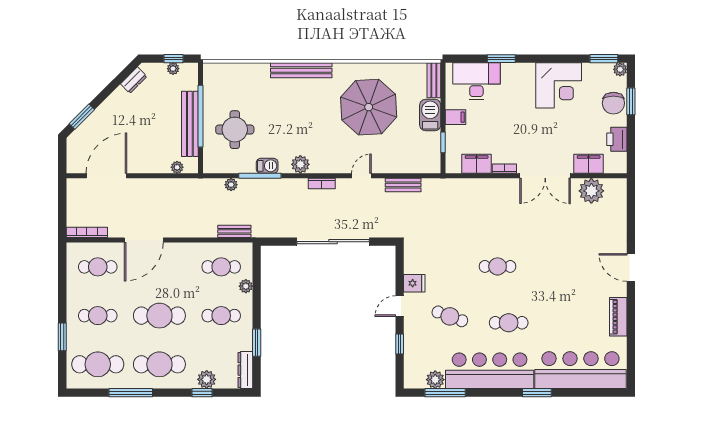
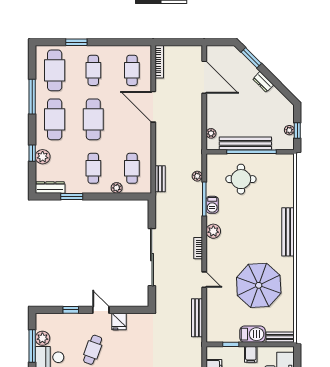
dresser: (134, 80) -> (263, 82), moved
bench: (403, 185) -> (197, 318), width x1.36

